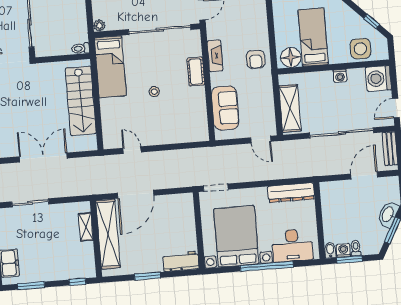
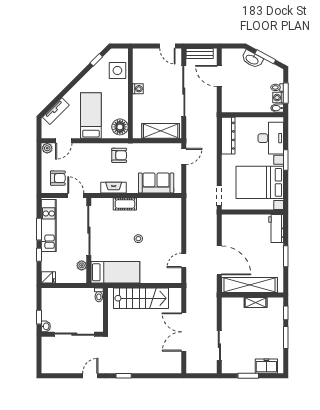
plant: (99, 25) -> (82, 265), moved
bed: (313, 37) -> (91, 116), moved, turned 90
washing machine: (378, 78) -> (143, 58), removed
shelving: (86, 227) -> (256, 302), moved
window: (267, 266) -> (286, 160), width x0.47
window: (31, 286) -> (286, 337), moved

